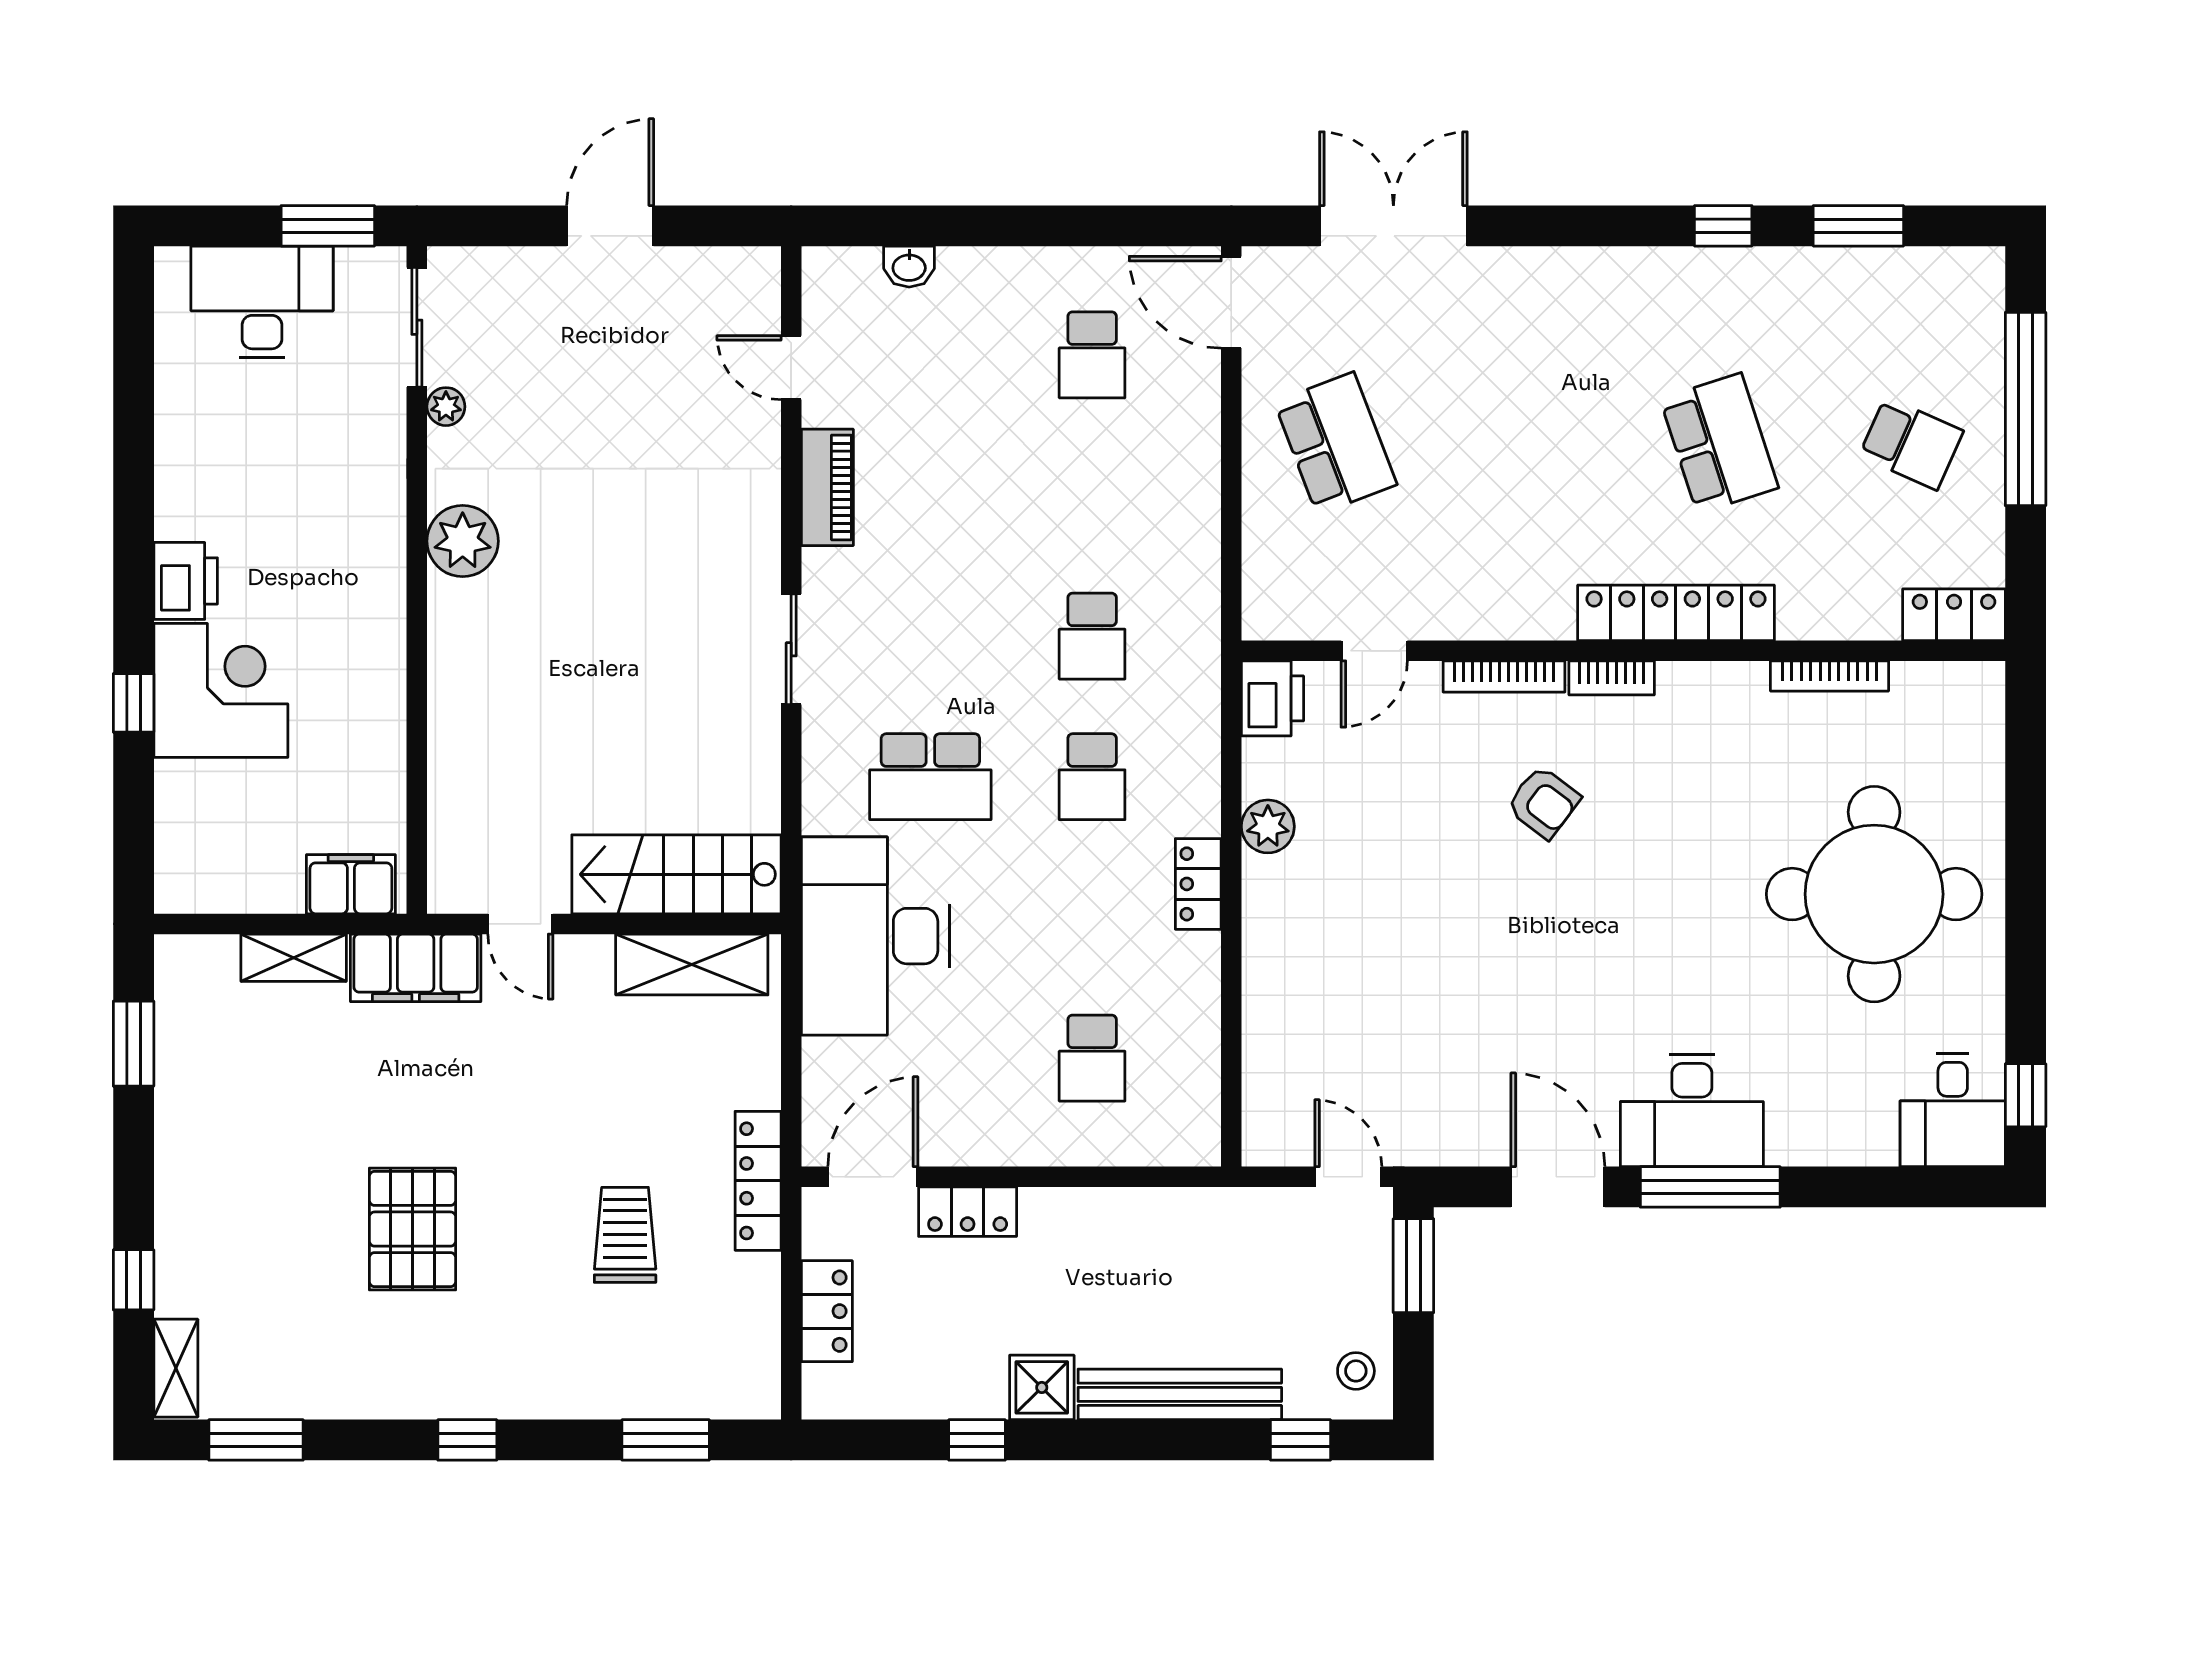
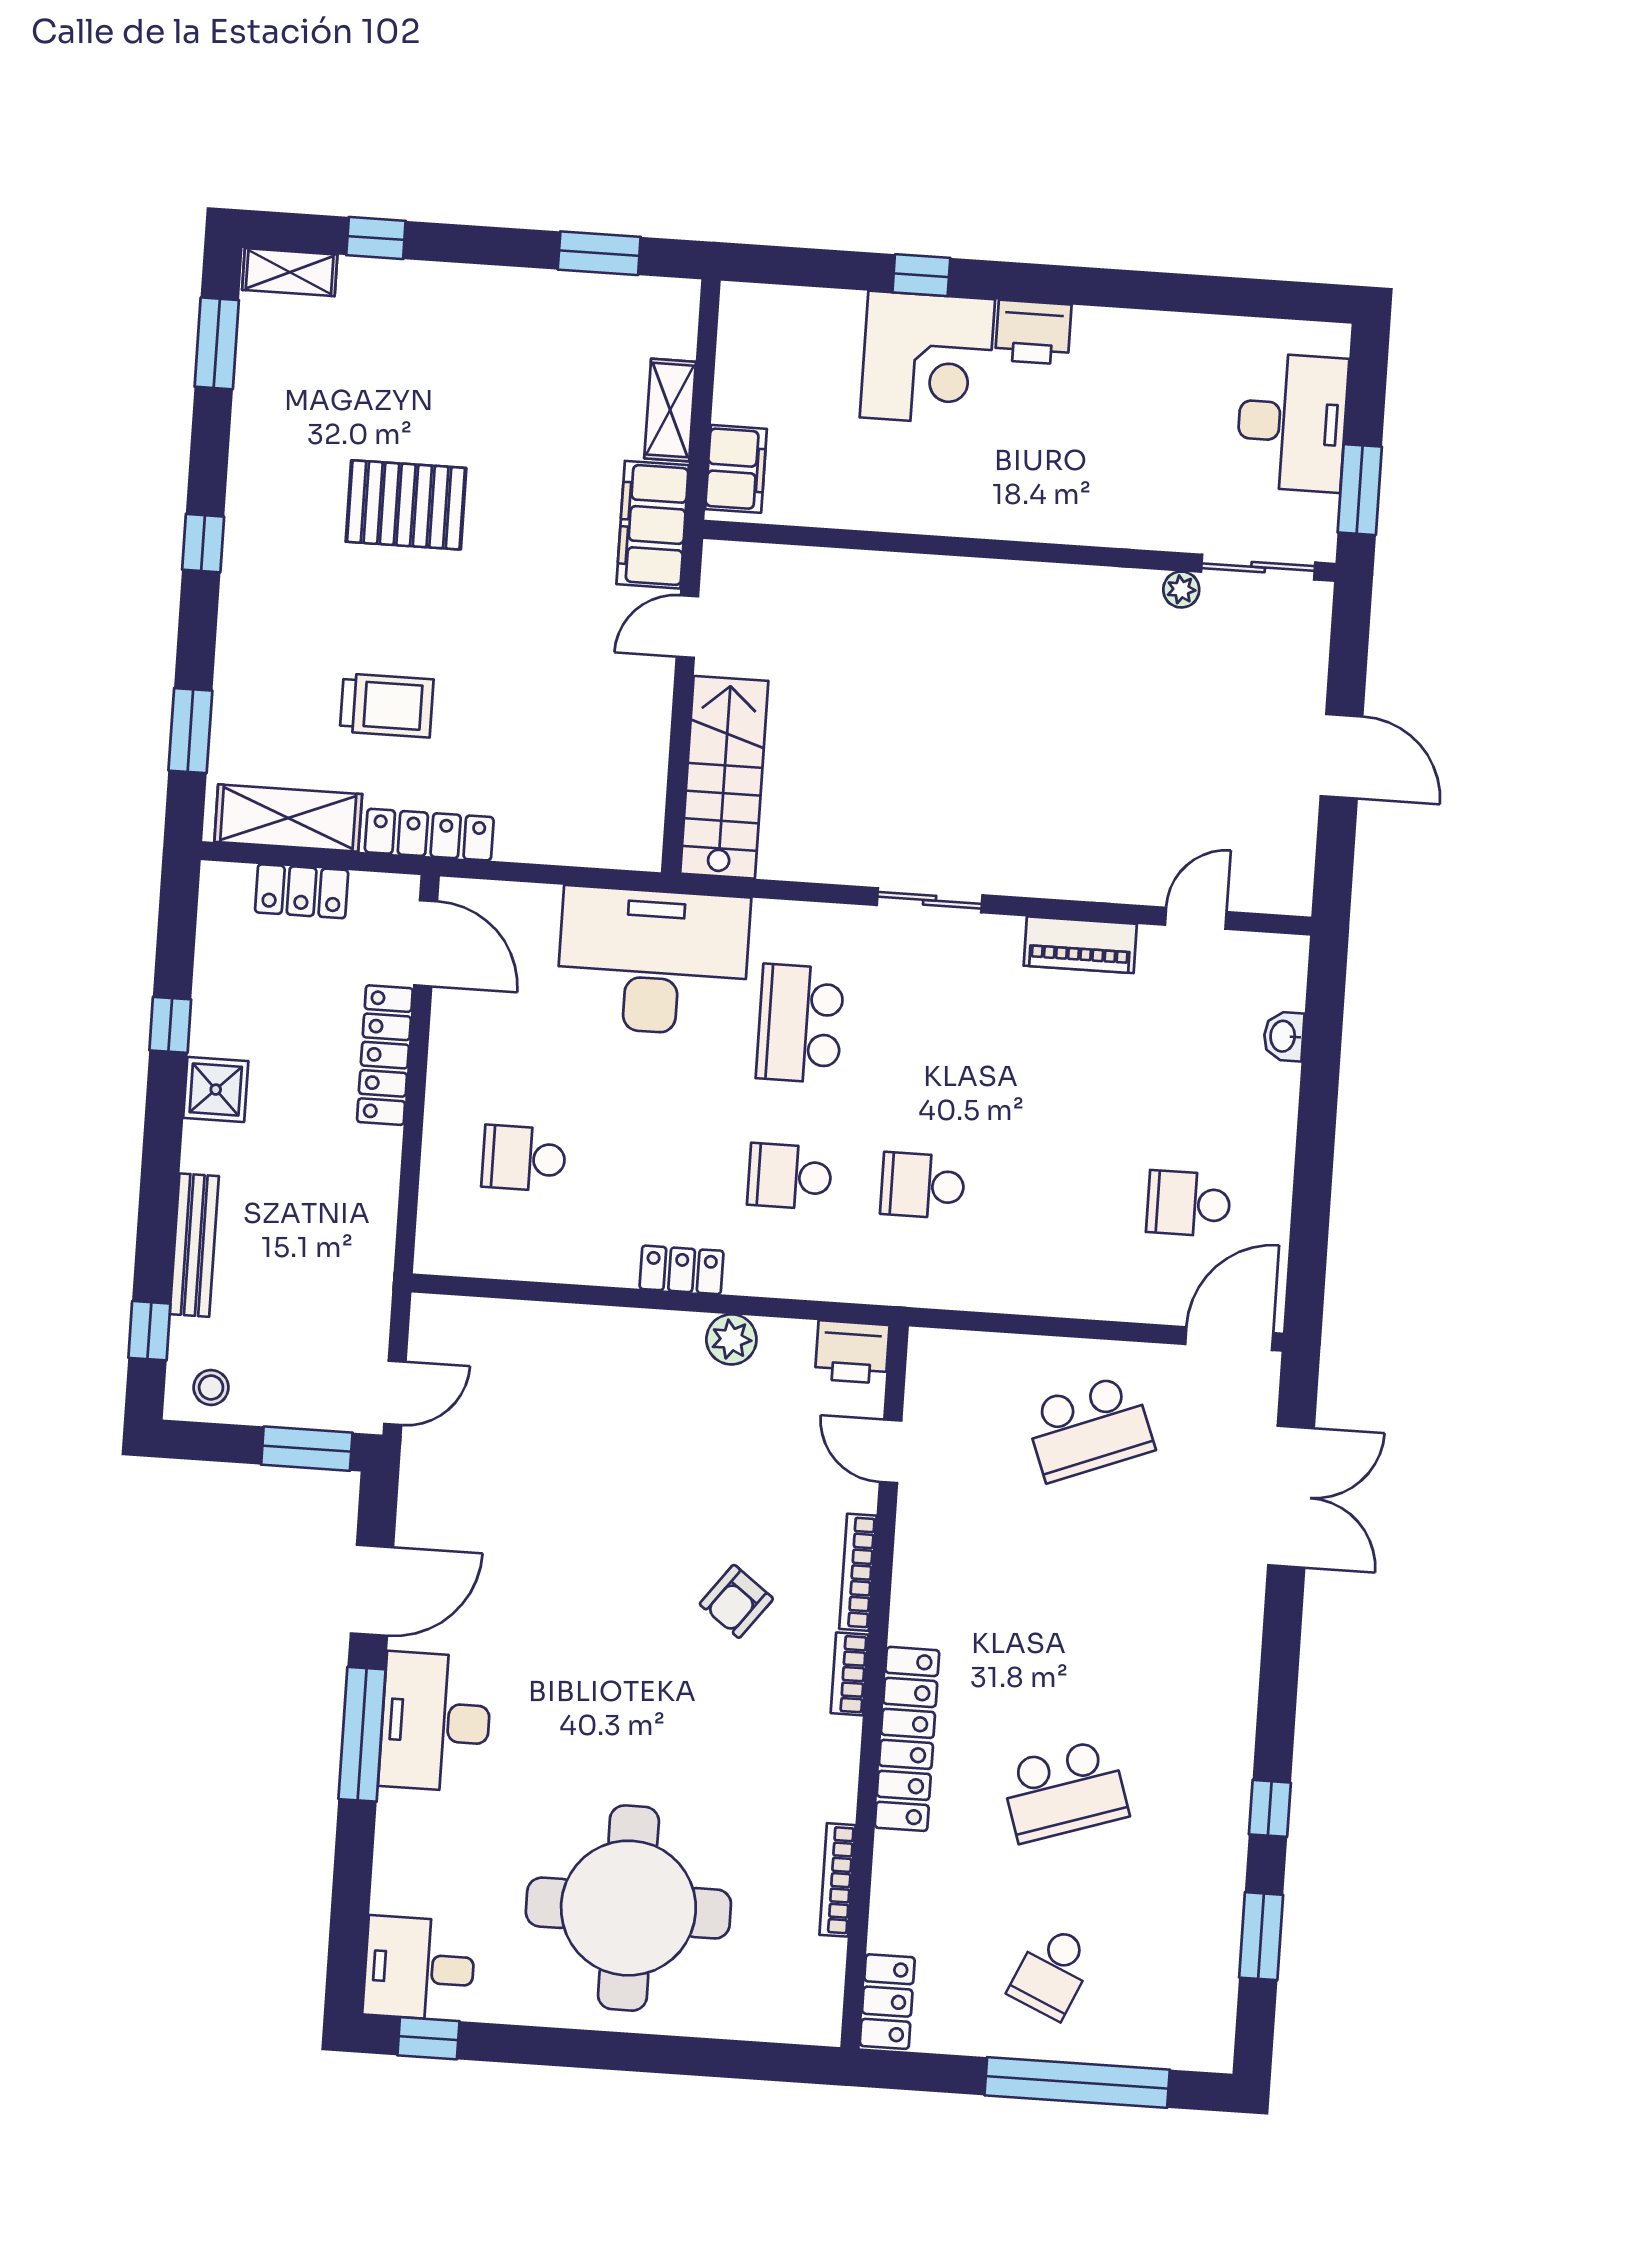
plant: (463, 541) -> (1053, 597), removed
shelving: (692, 964) -> (288, 818), moved, turned 90
locker: (968, 1212) -> (385, 1055), width x1.53
bench: (1180, 1394) -> (194, 1245), width x0.73, depth x0.82

